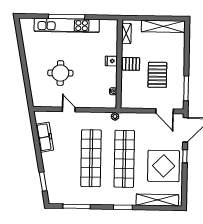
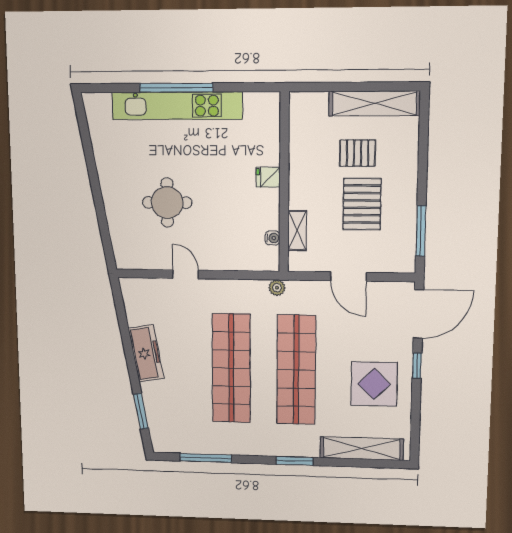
shelving: (126, 33) -> (297, 231), moved
pallet: (131, 64) -> (358, 153), moved
door: (165, 111) -> (348, 277), moved
freezer: (45, 137) -> (146, 353), moved
display table: (164, 166) -> (374, 384), width x0.73, depth x0.73

